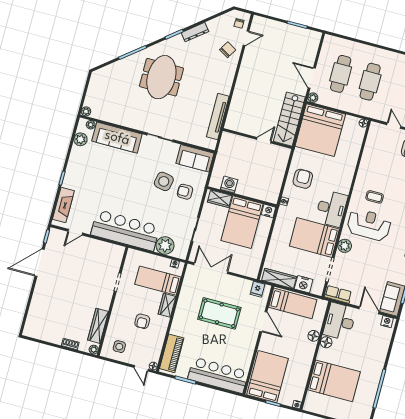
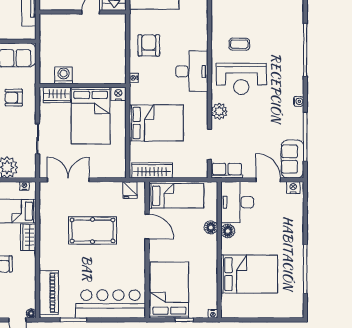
reception desk: (369, 225) -> (241, 79), turned 180
bed: (314, 238) -> (156, 123), moved, turned 180
nightstand: (304, 284) -> (183, 170), removed

